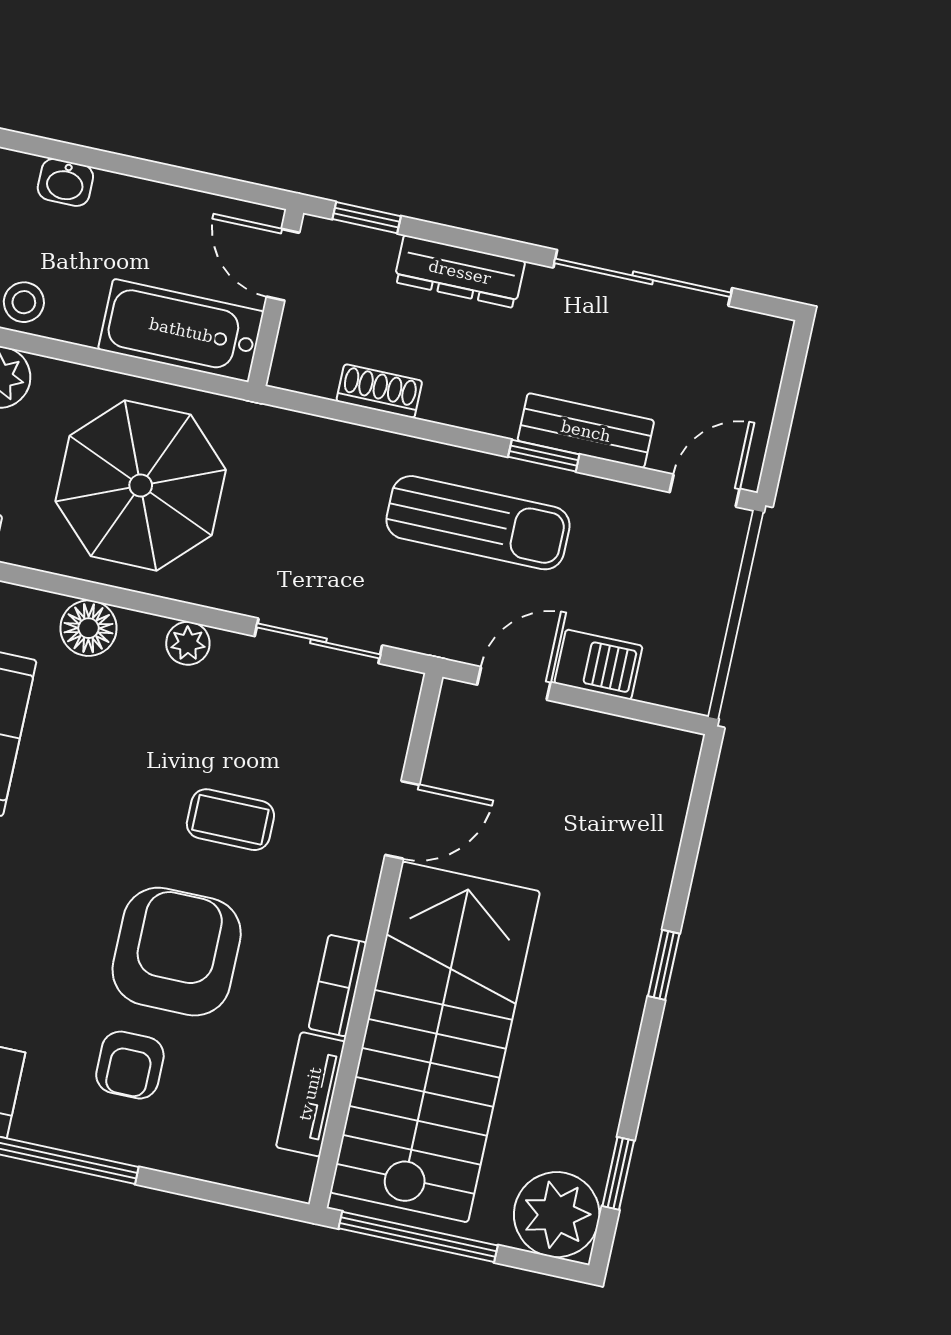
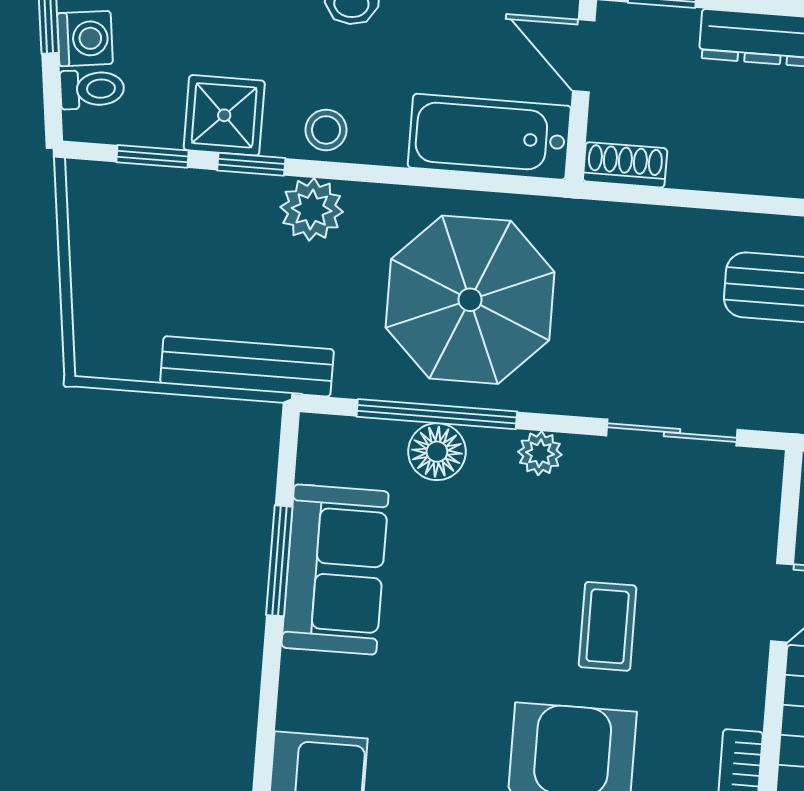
shoe rack: (379, 391) -> (625, 165), moved
window: (93, 592) -> (437, 414), added
coffee table: (230, 820) -> (608, 626), turned 90

